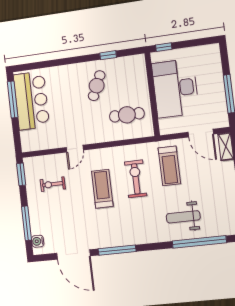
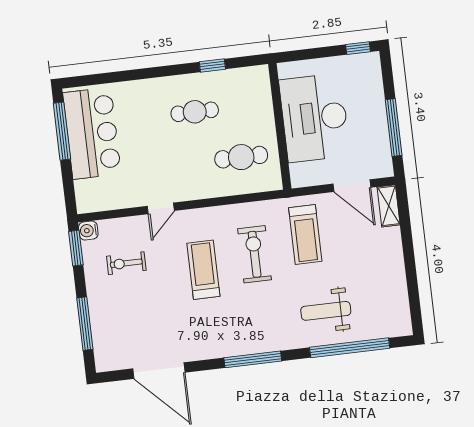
window: (164, 47) -> (358, 48), moved
cafe table: (97, 86) -> (195, 112), turned 66
water cooler: (38, 241) -> (88, 231), moved
window: (117, 250) -> (253, 359), moved

